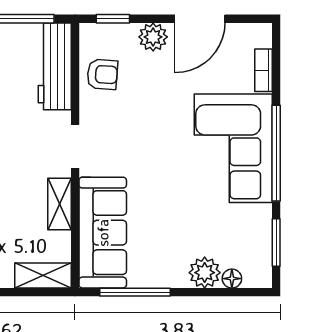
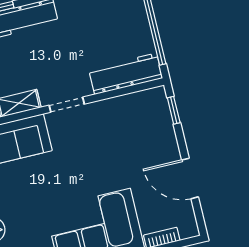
plant: (153, 37) -> (167, 145), removed
armchair: (102, 74) -> (128, 112), removed

